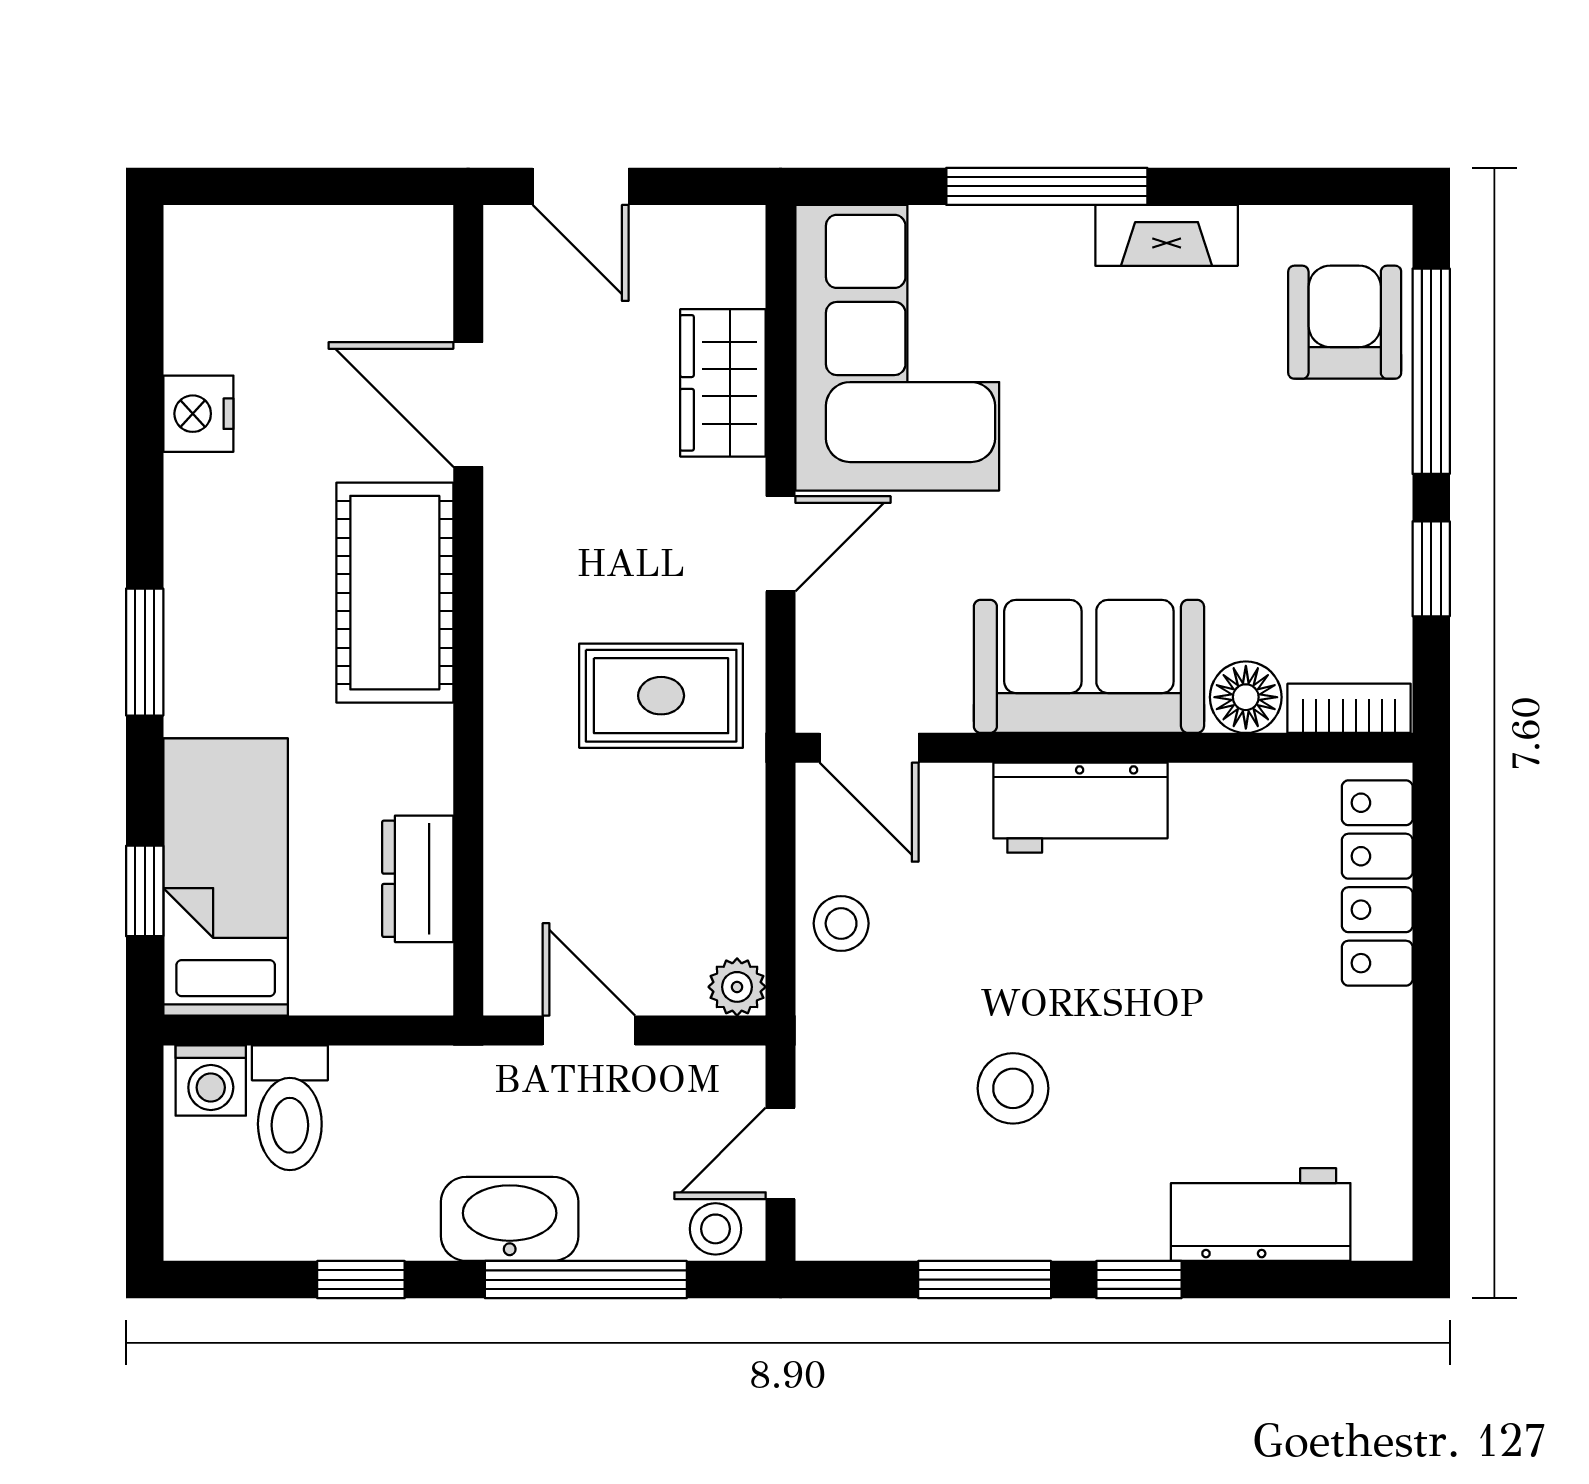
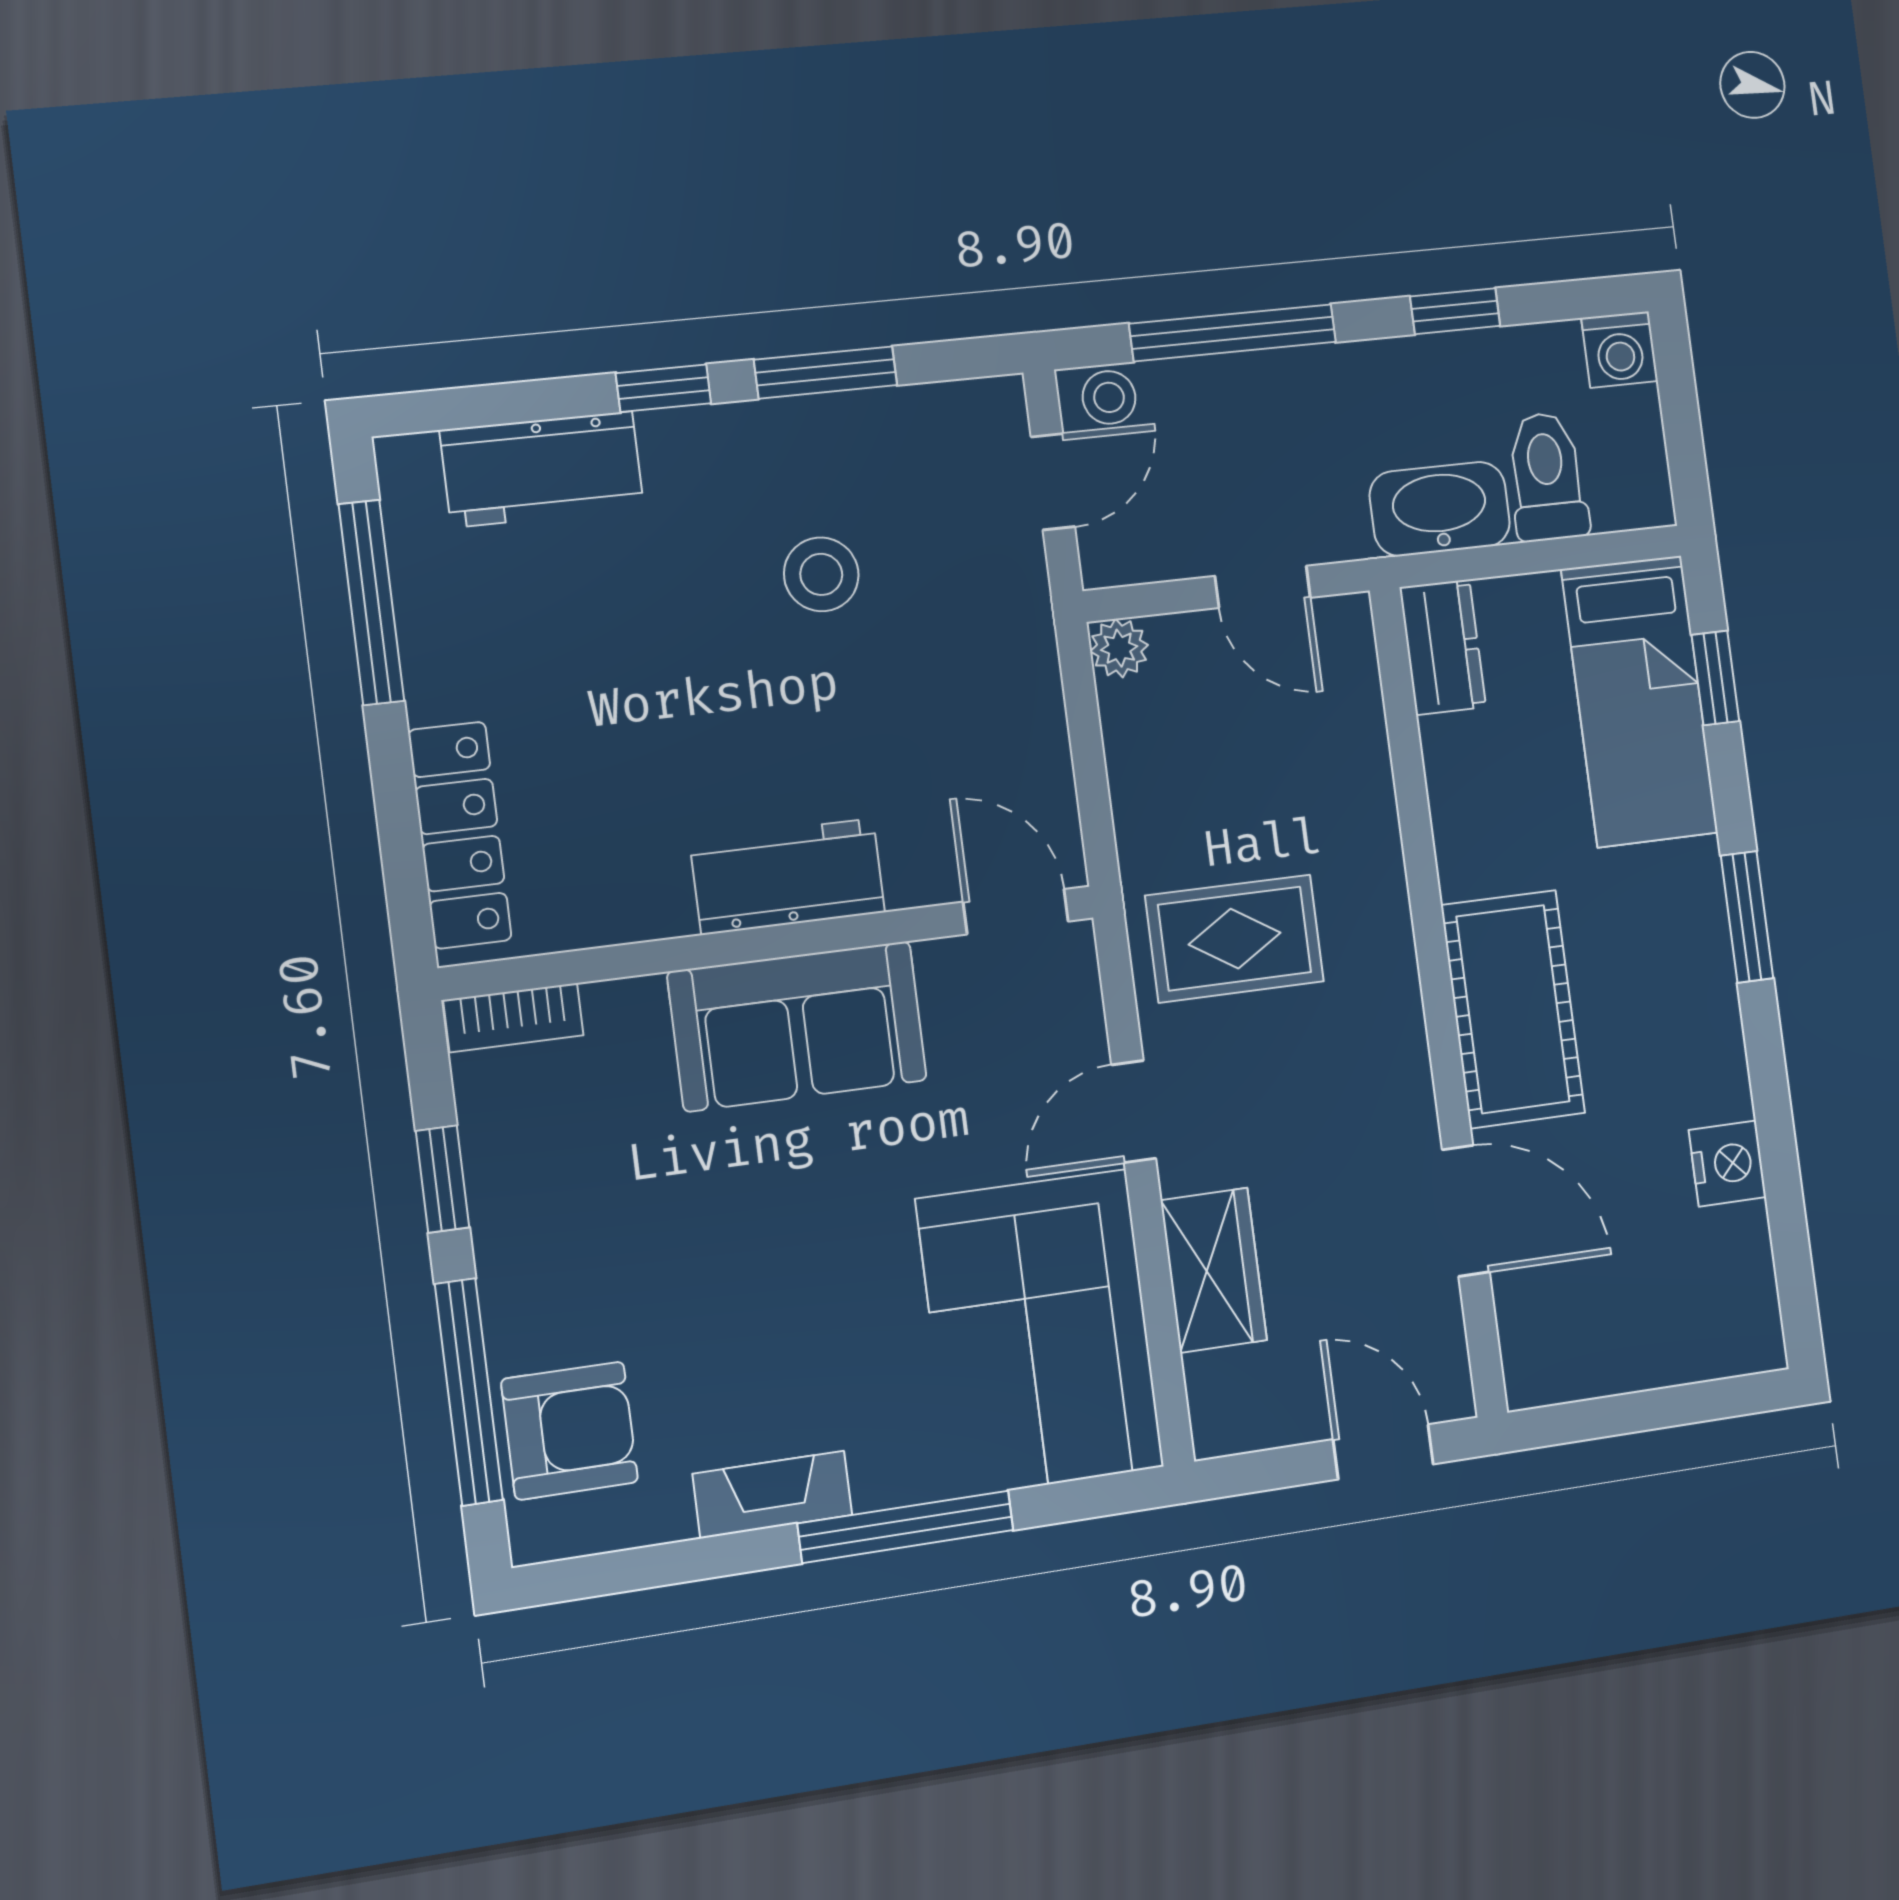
armchair: (1345, 322) -> (570, 1431), turned -90
floor lamp: (1246, 697) -> (626, 1015), removed
dresser: (418, 879) -> (1443, 647), moved
stool: (841, 923) -> (1021, 726), removed
washing machine: (211, 1080) -> (1620, 350), moved, turned 180
window: (1431, 1107) -> (371, 602), added
washbasin: (510, 1219) -> (1440, 509), moved, turned 180

